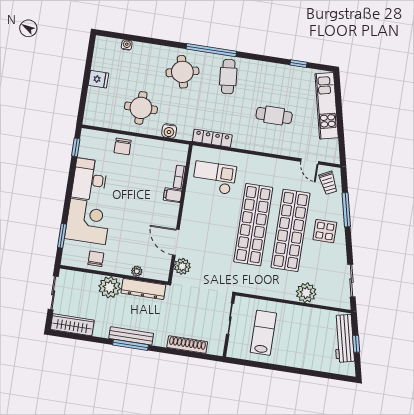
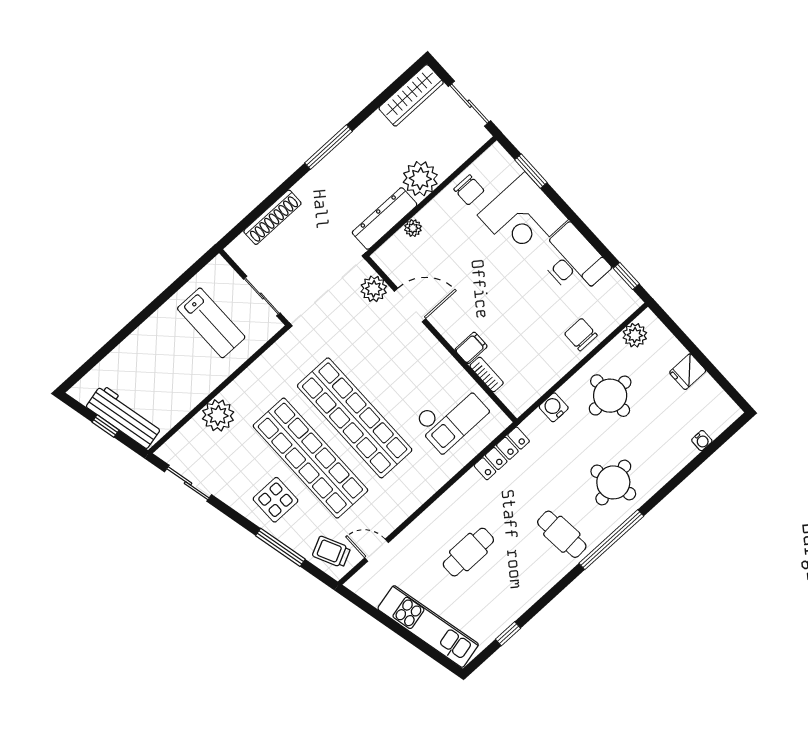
plant: (101, 120) -> (635, 335), added
bench: (131, 336) -> (339, 157), removed

